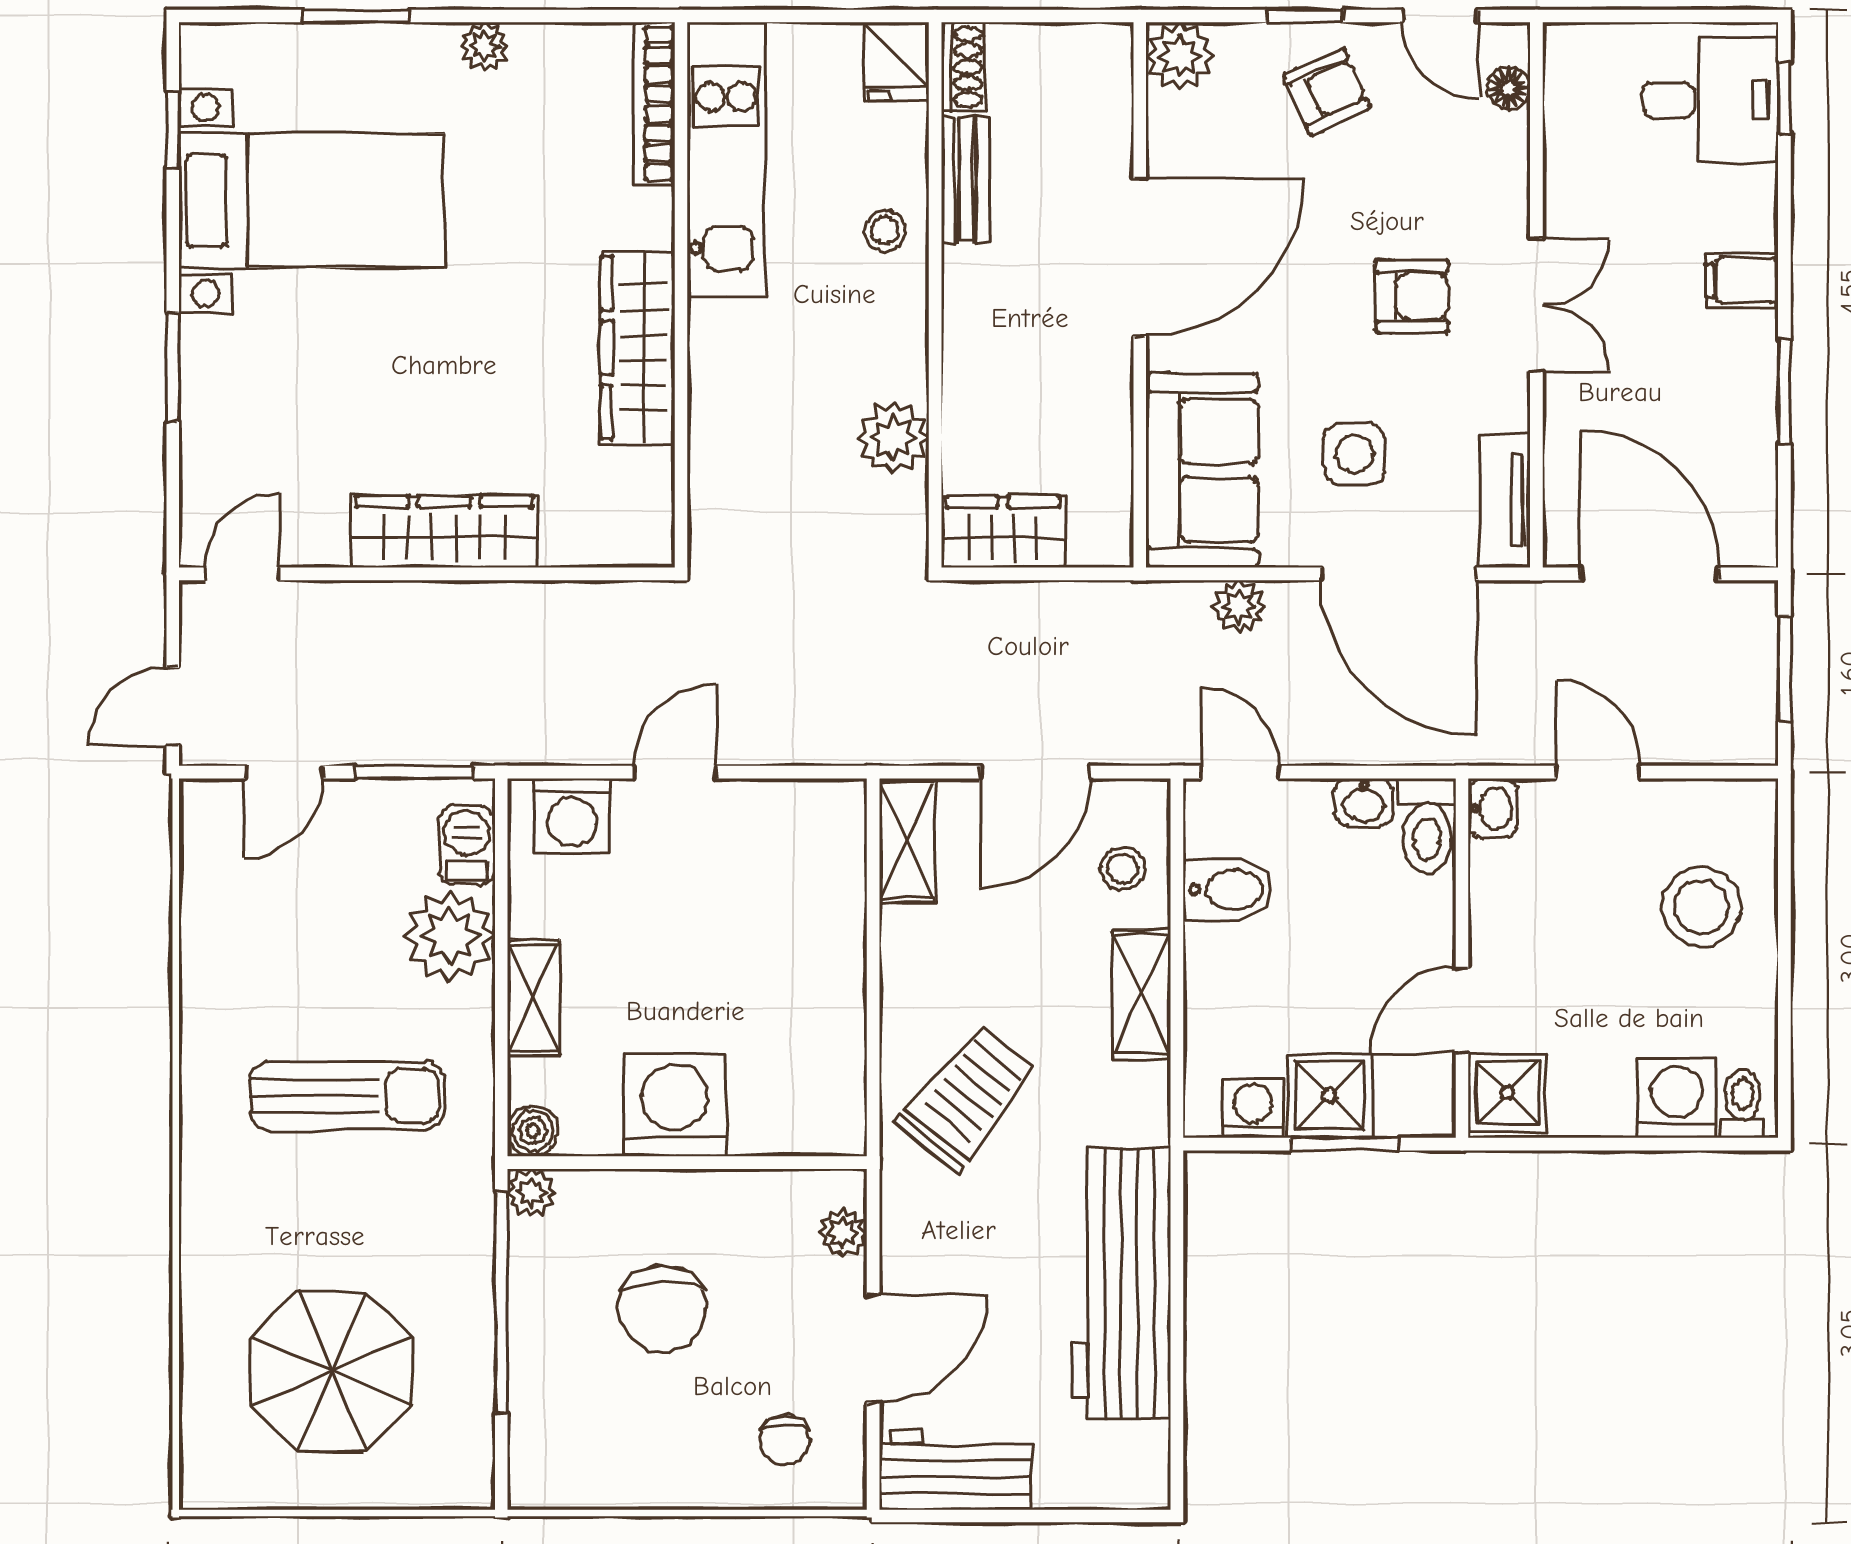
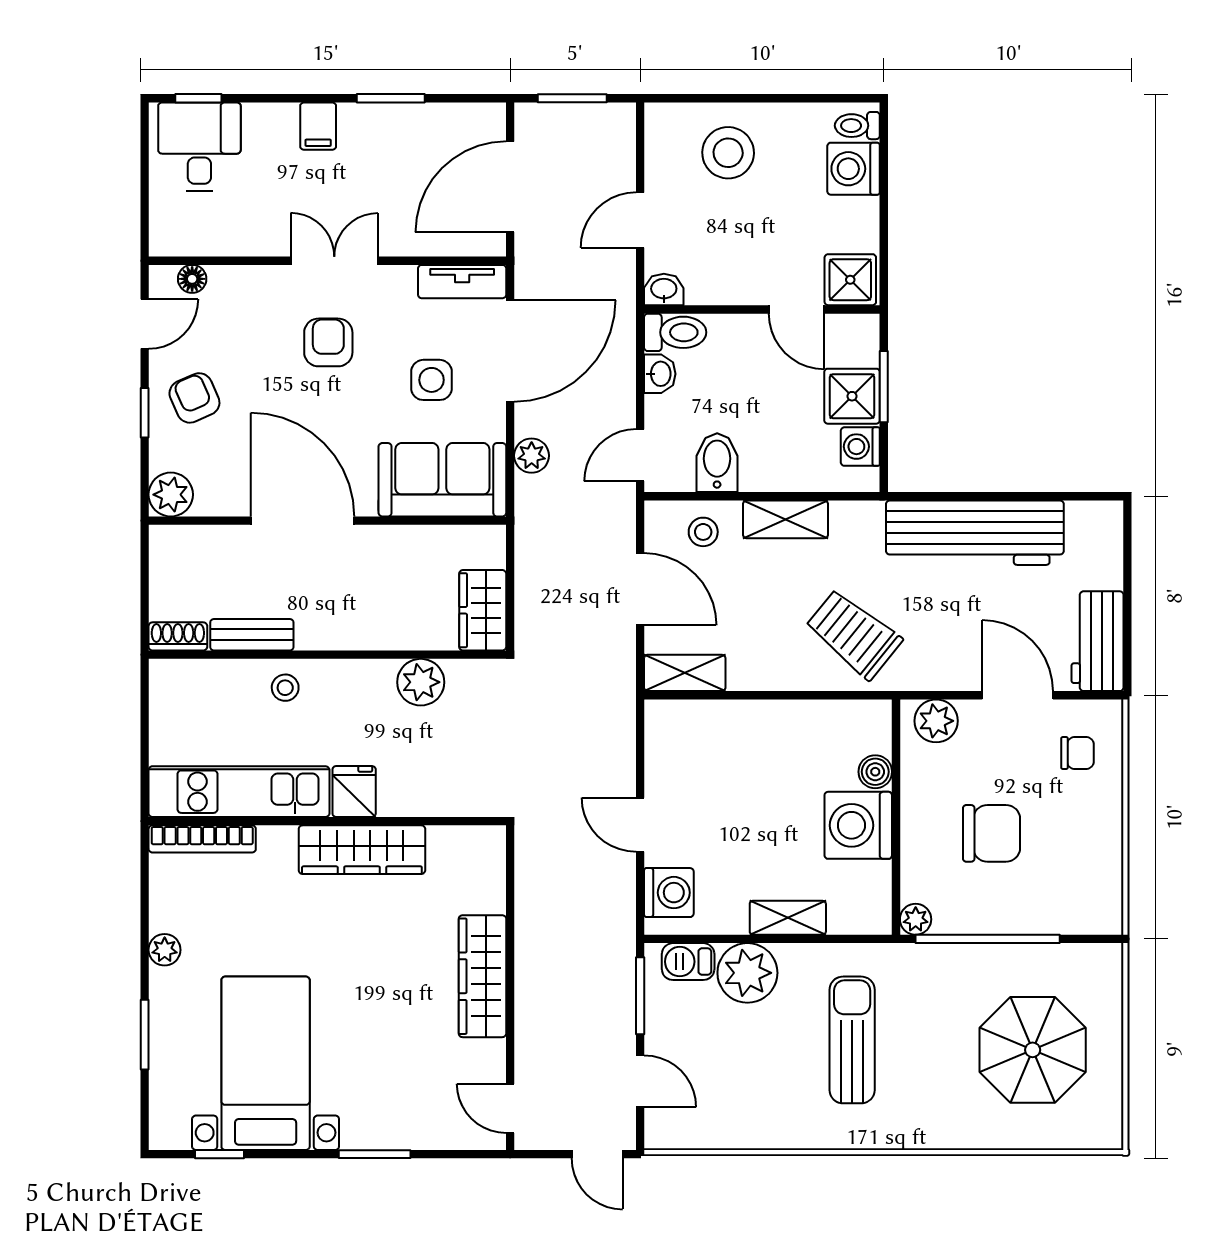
fridge: (896, 61) -> (354, 791), moved, turned -90
boiler: (533, 1131) -> (875, 772), moved
plant: (843, 1233) -> (936, 721), width x1.38, depth x1.38

